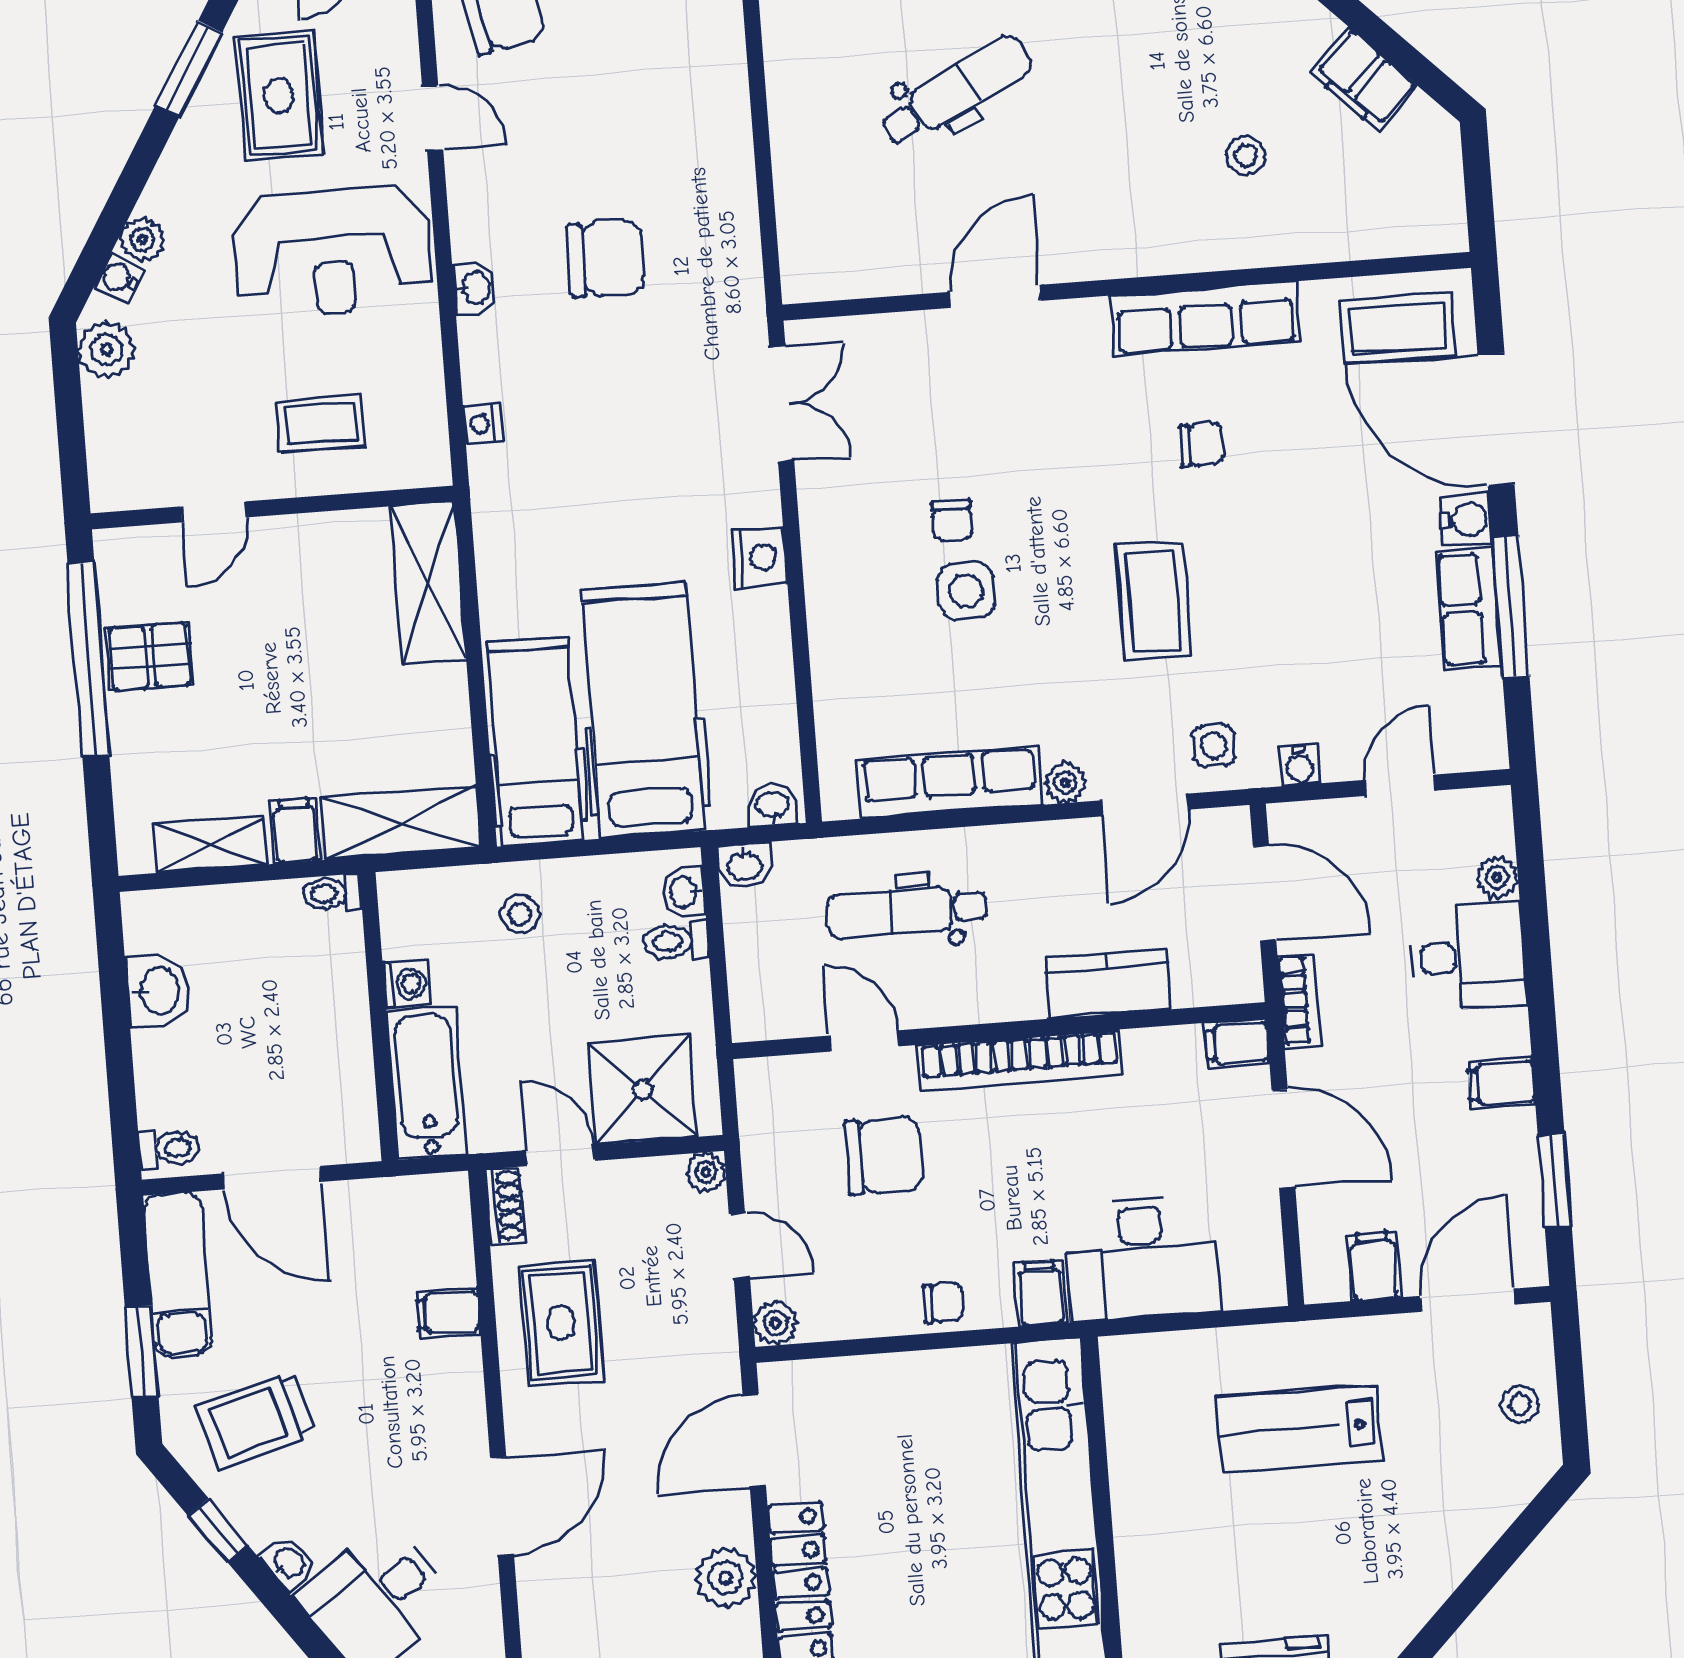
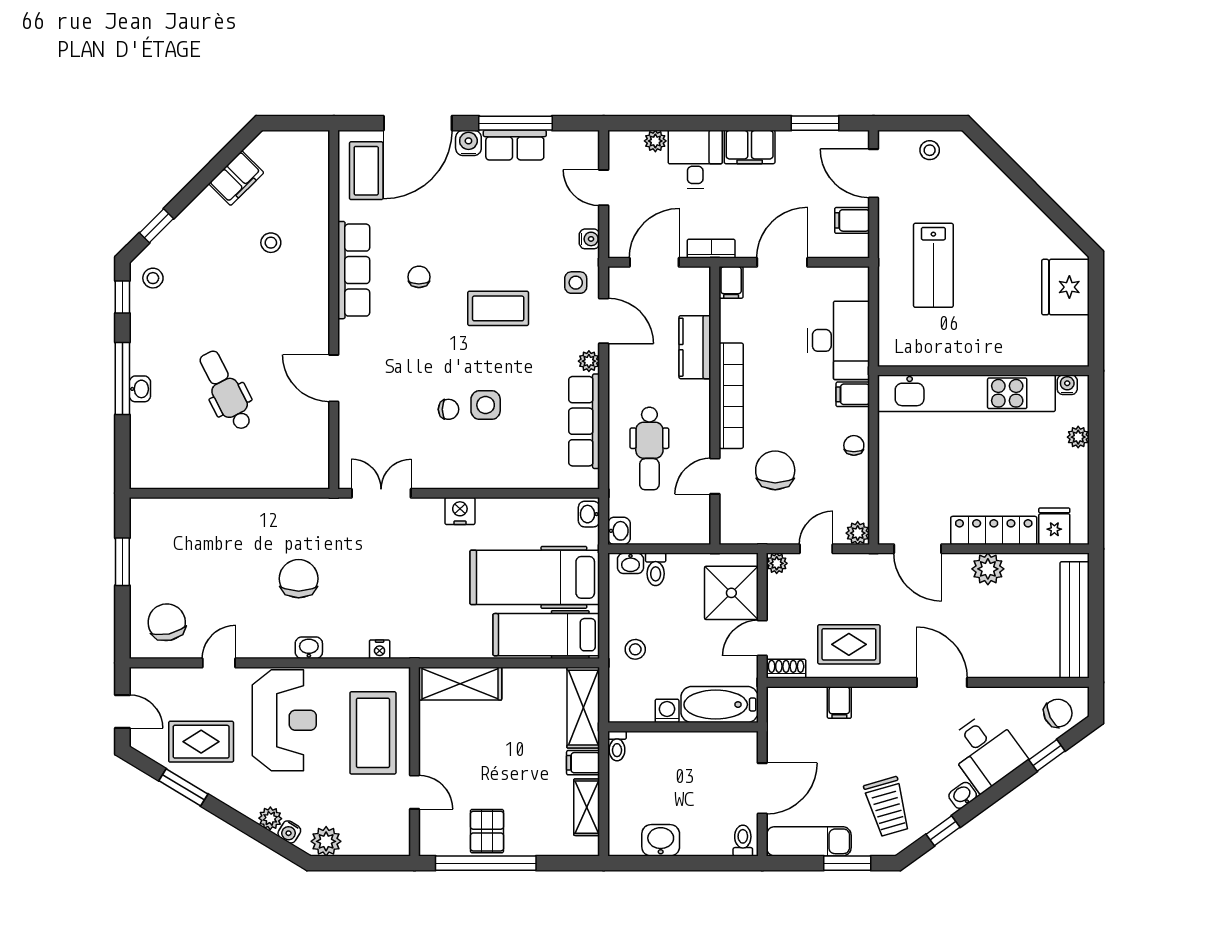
coffee table: (321, 424) -> (373, 733), width x1.86, depth x1.72
filing cabinet: (1501, 1083) -> (750, 147), width x2.00

